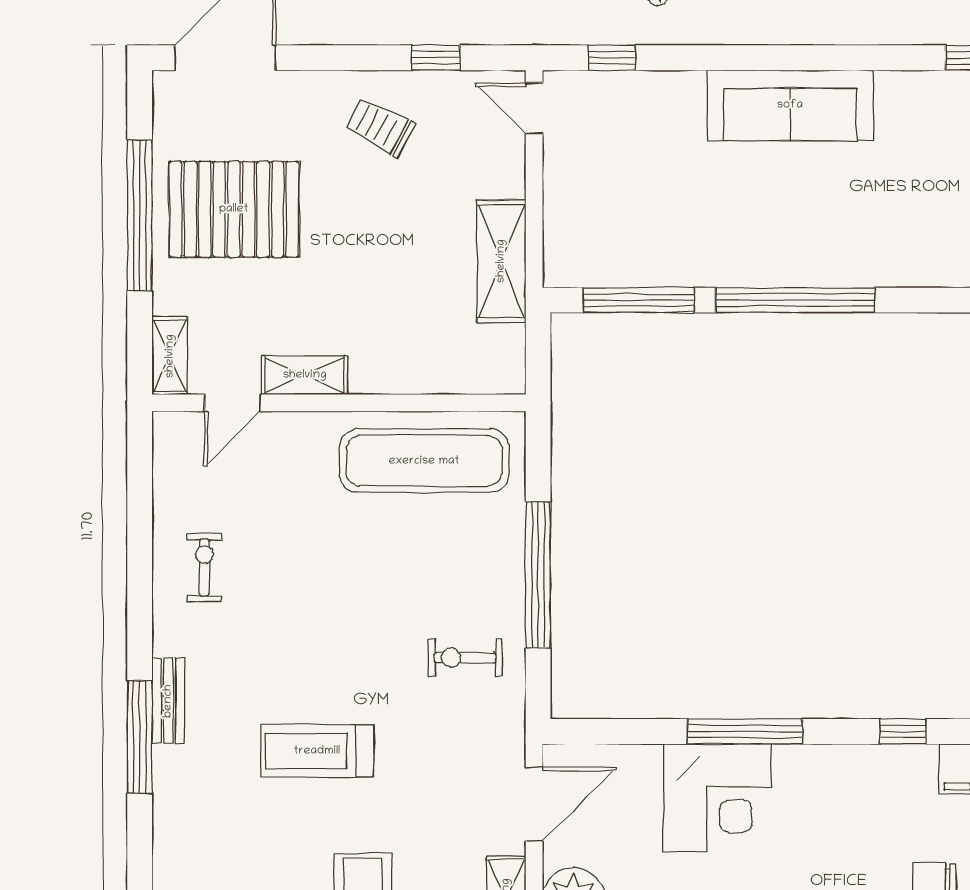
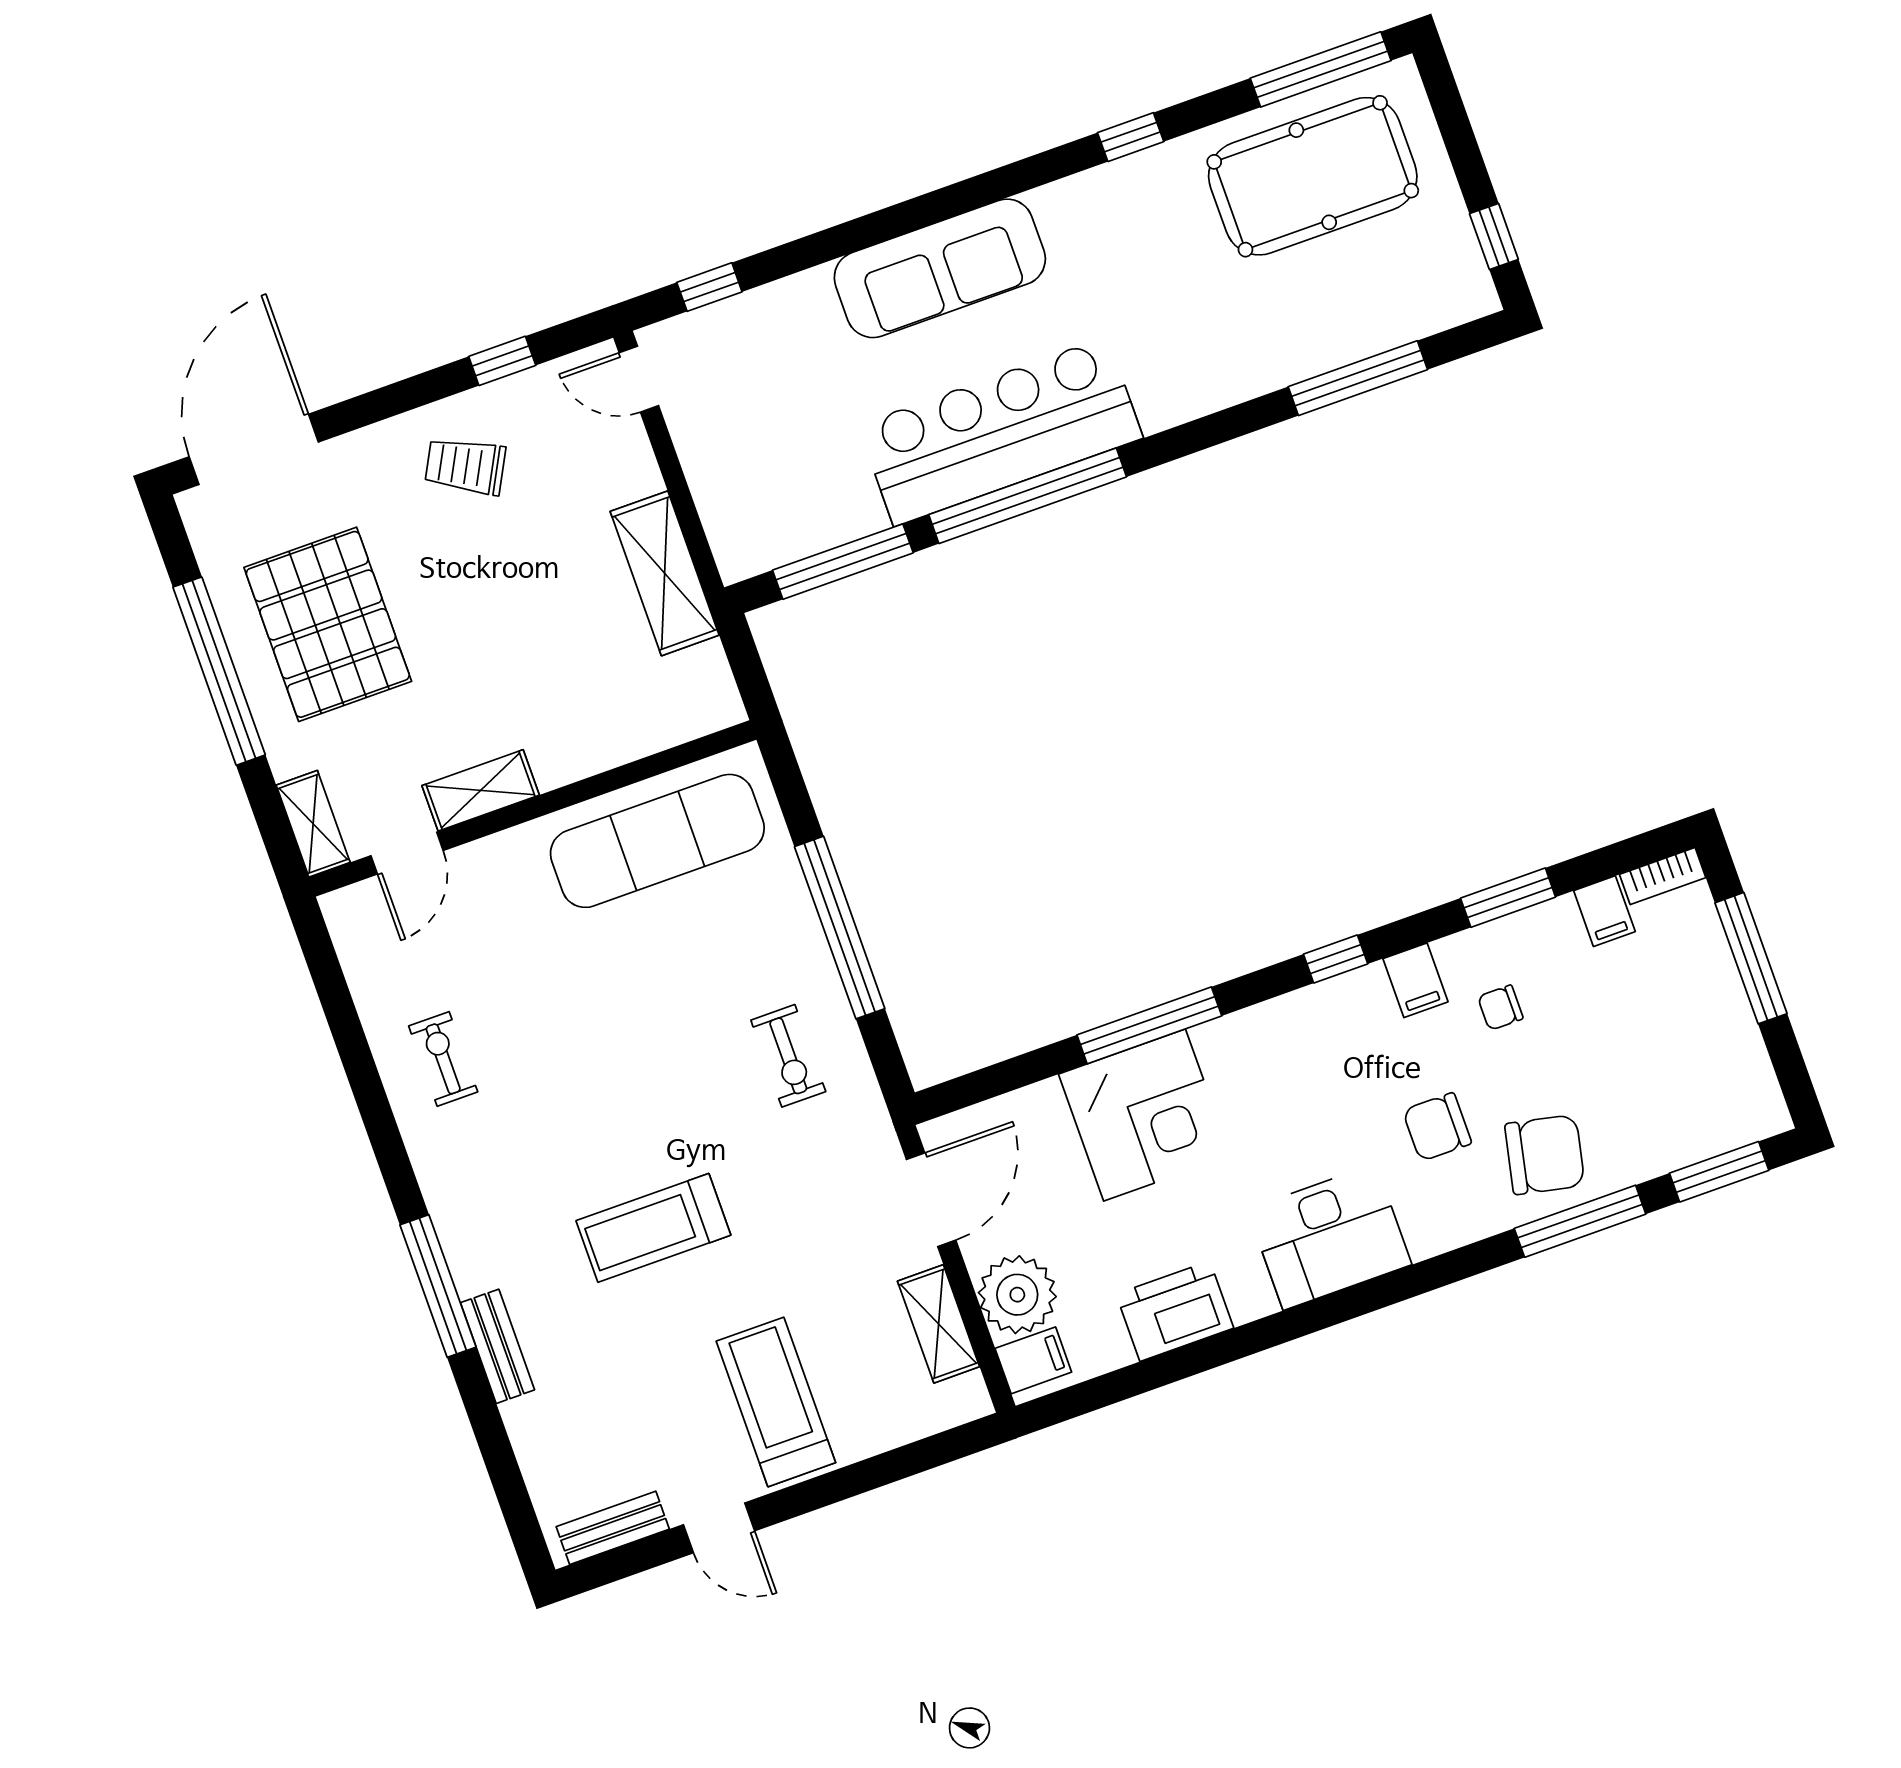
pallet: (234, 209) -> (328, 624), turned 90
bar counter: (792, 245) -> (1001, 432), added
exercise bike: (465, 658) -> (788, 1056), turned -90
bench: (168, 701) -> (498, 1346), moved

